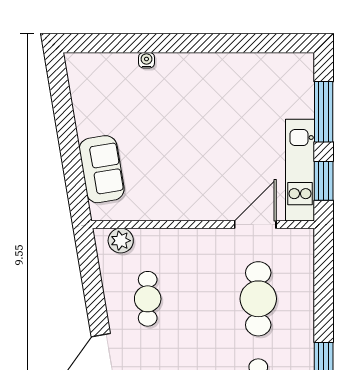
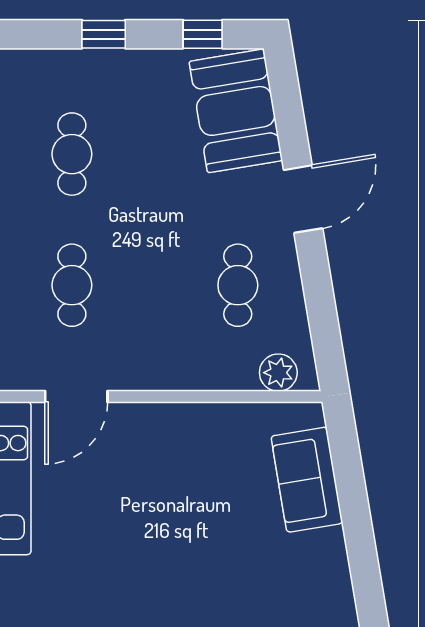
cafe table: (258, 299) -> (72, 285), width x0.73, depth x0.74

